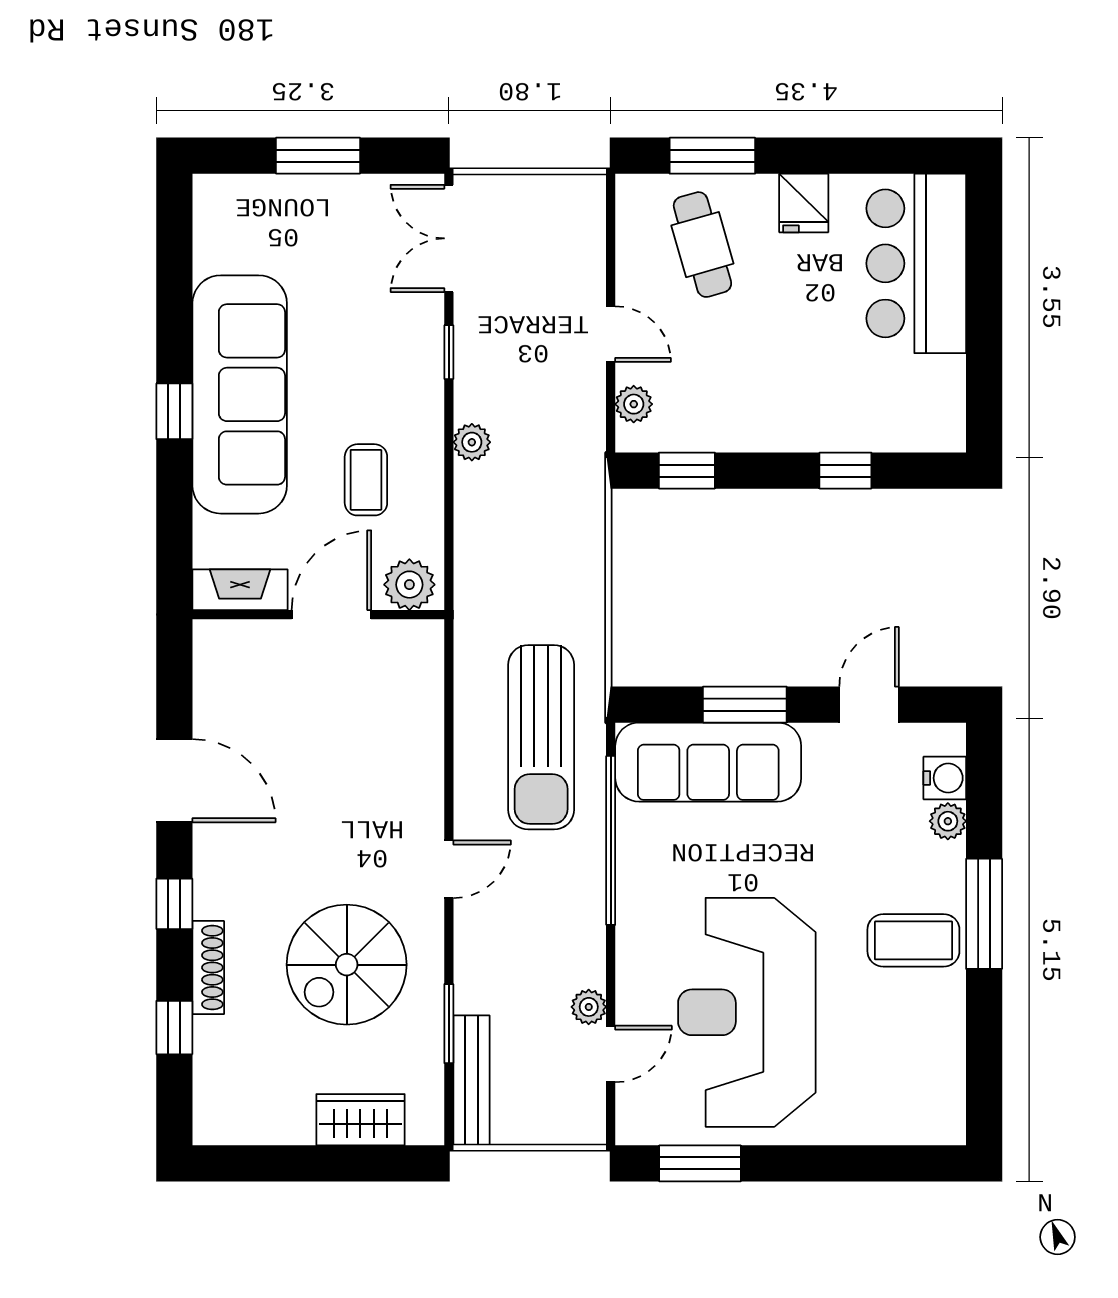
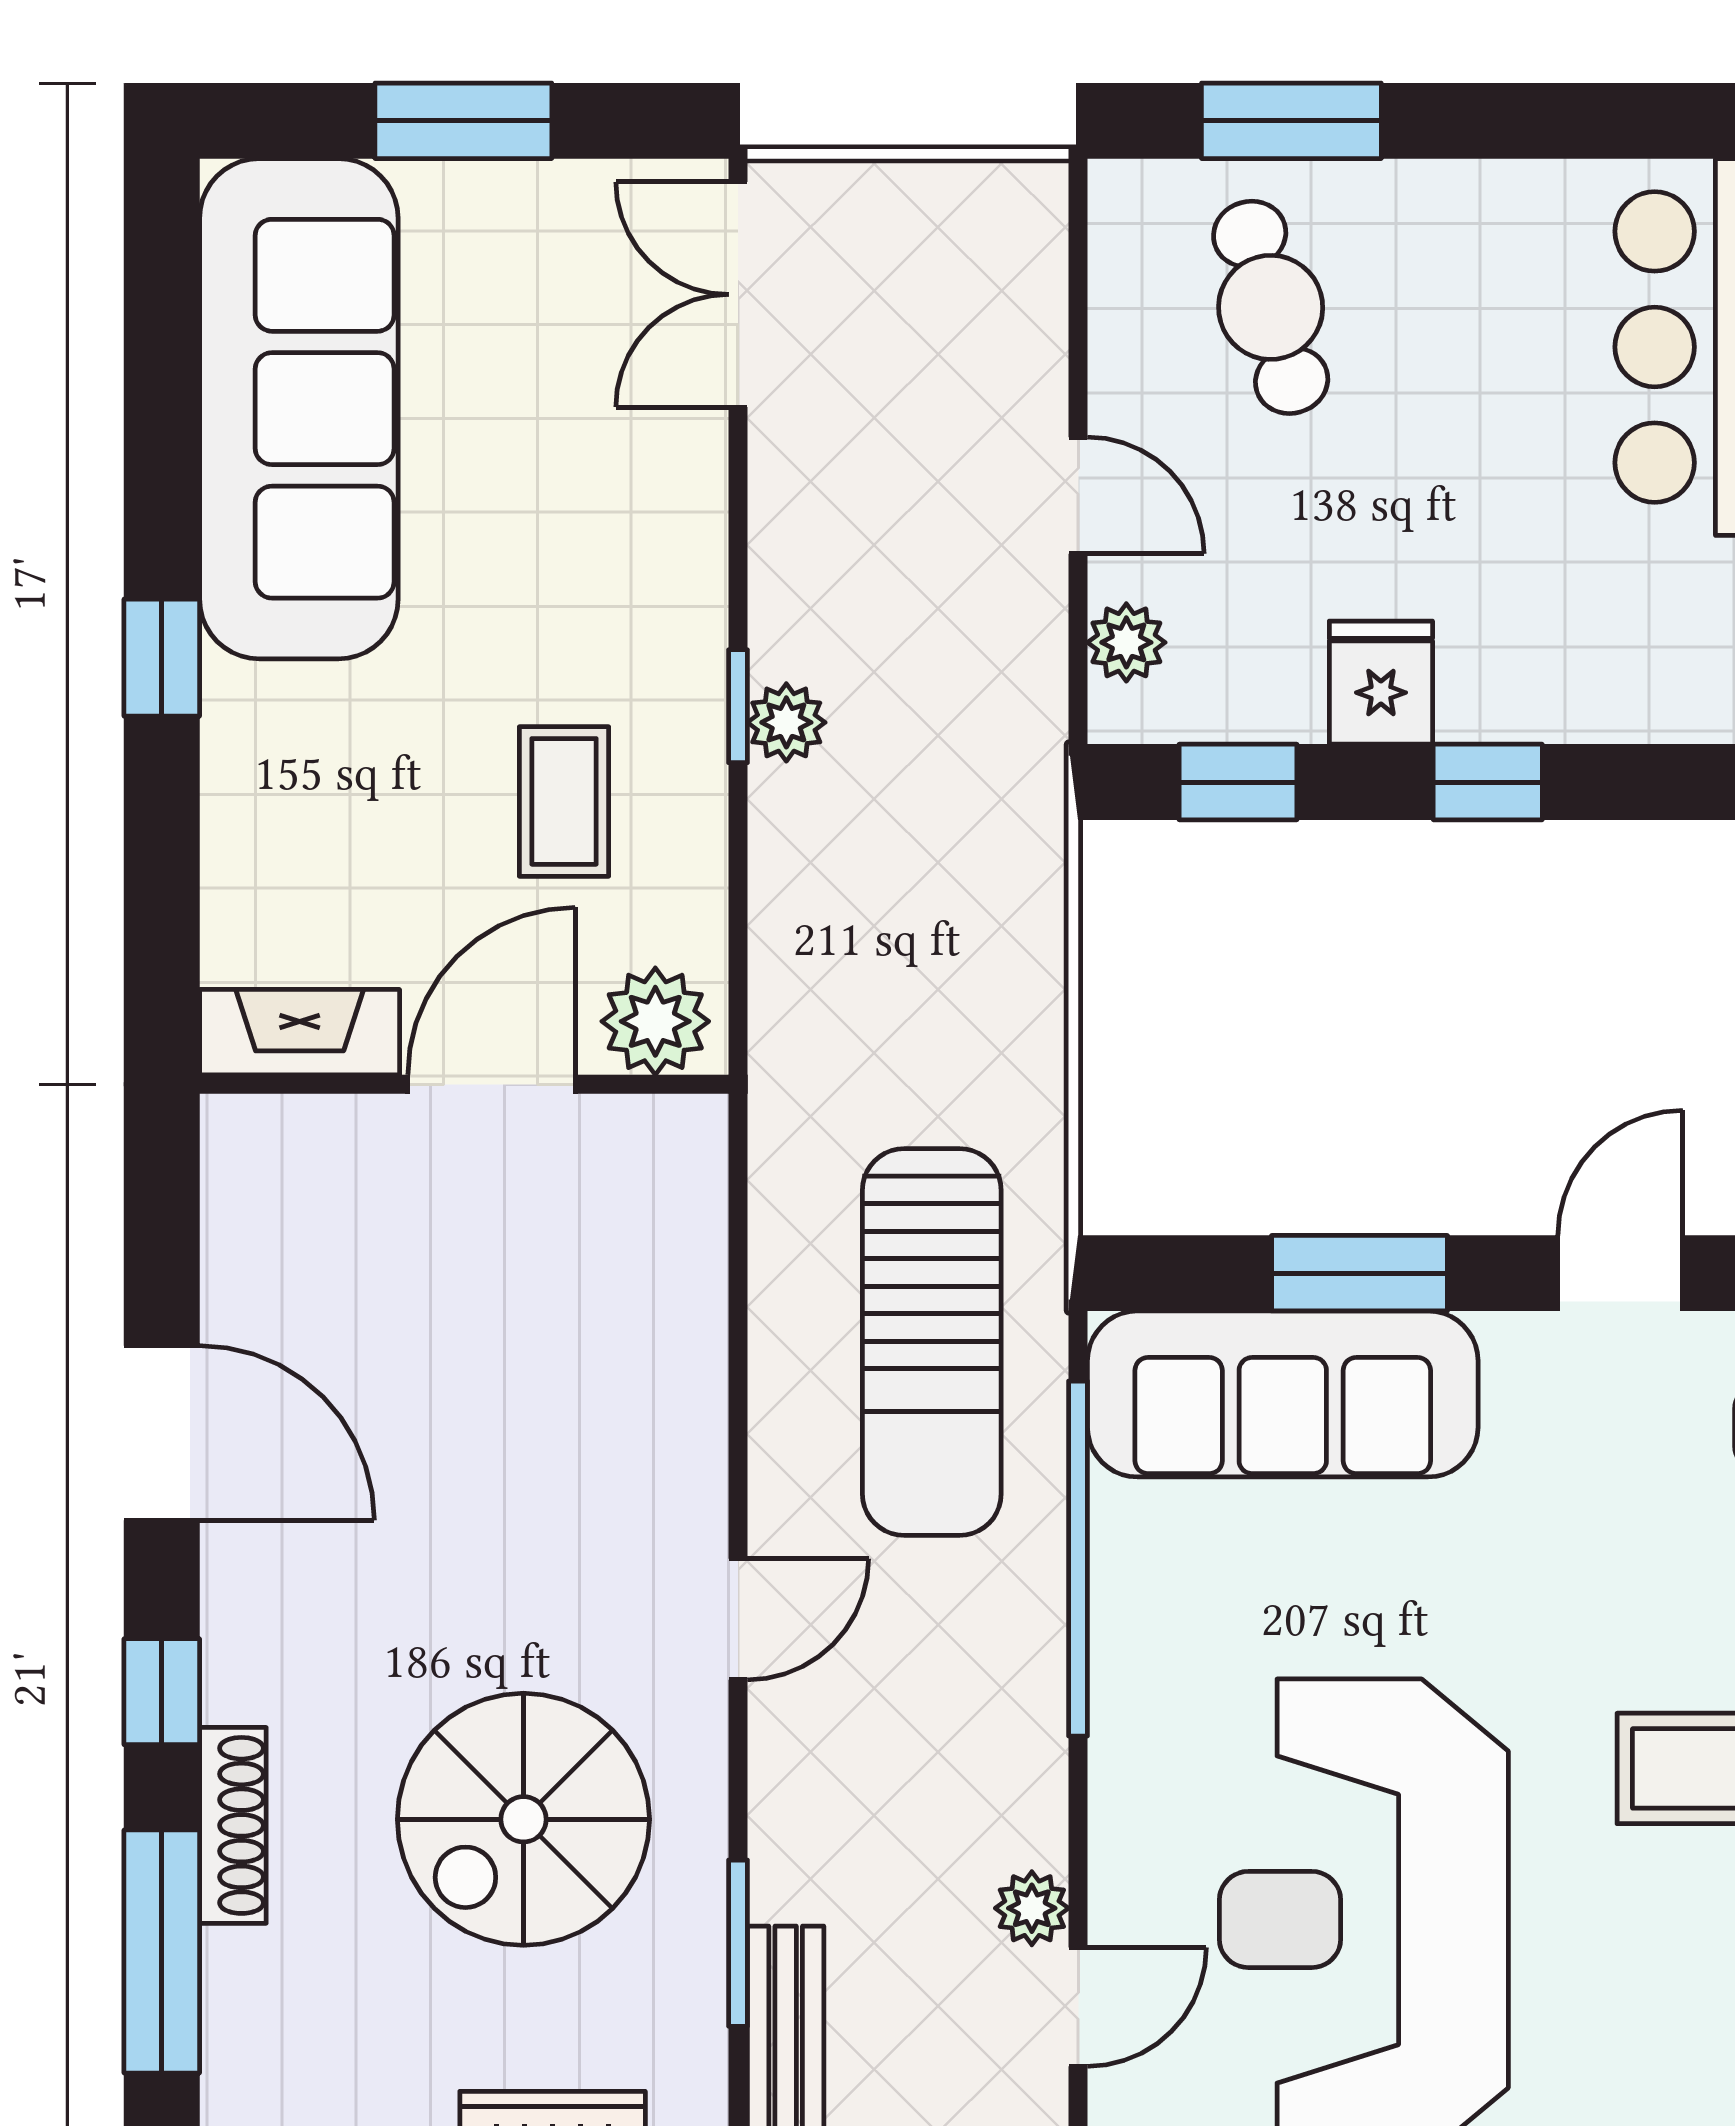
fridge: (804, 203) -> (1381, 683), moved, turned 180
window: (449, 352) -> (738, 706), moved
sofa: (240, 394) -> (299, 409), moved
window: (845, 471) -> (1488, 782), moved
window: (174, 1028) -> (162, 1952), width x2.17

